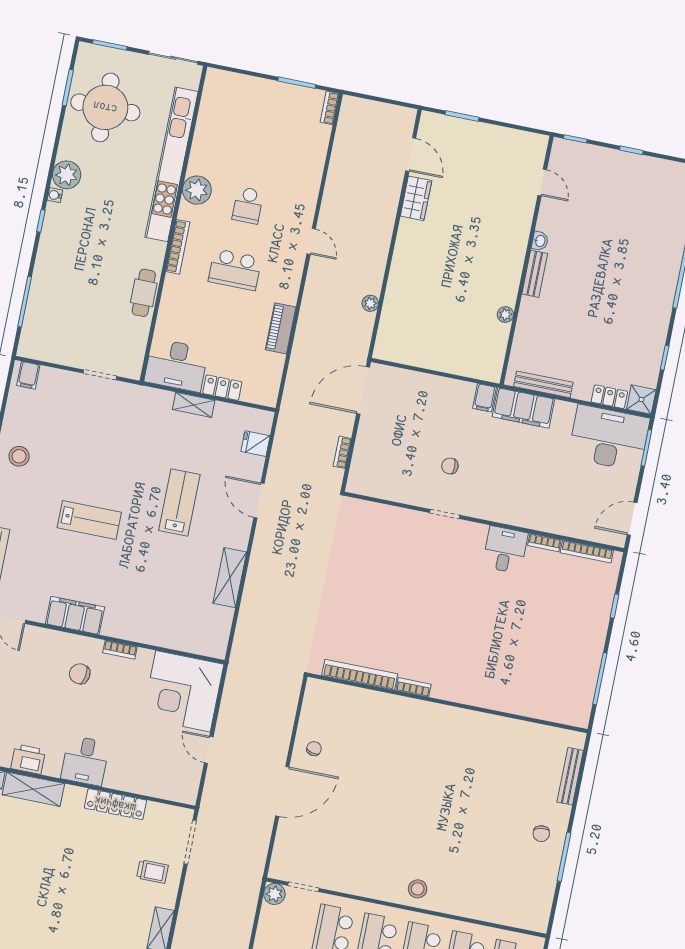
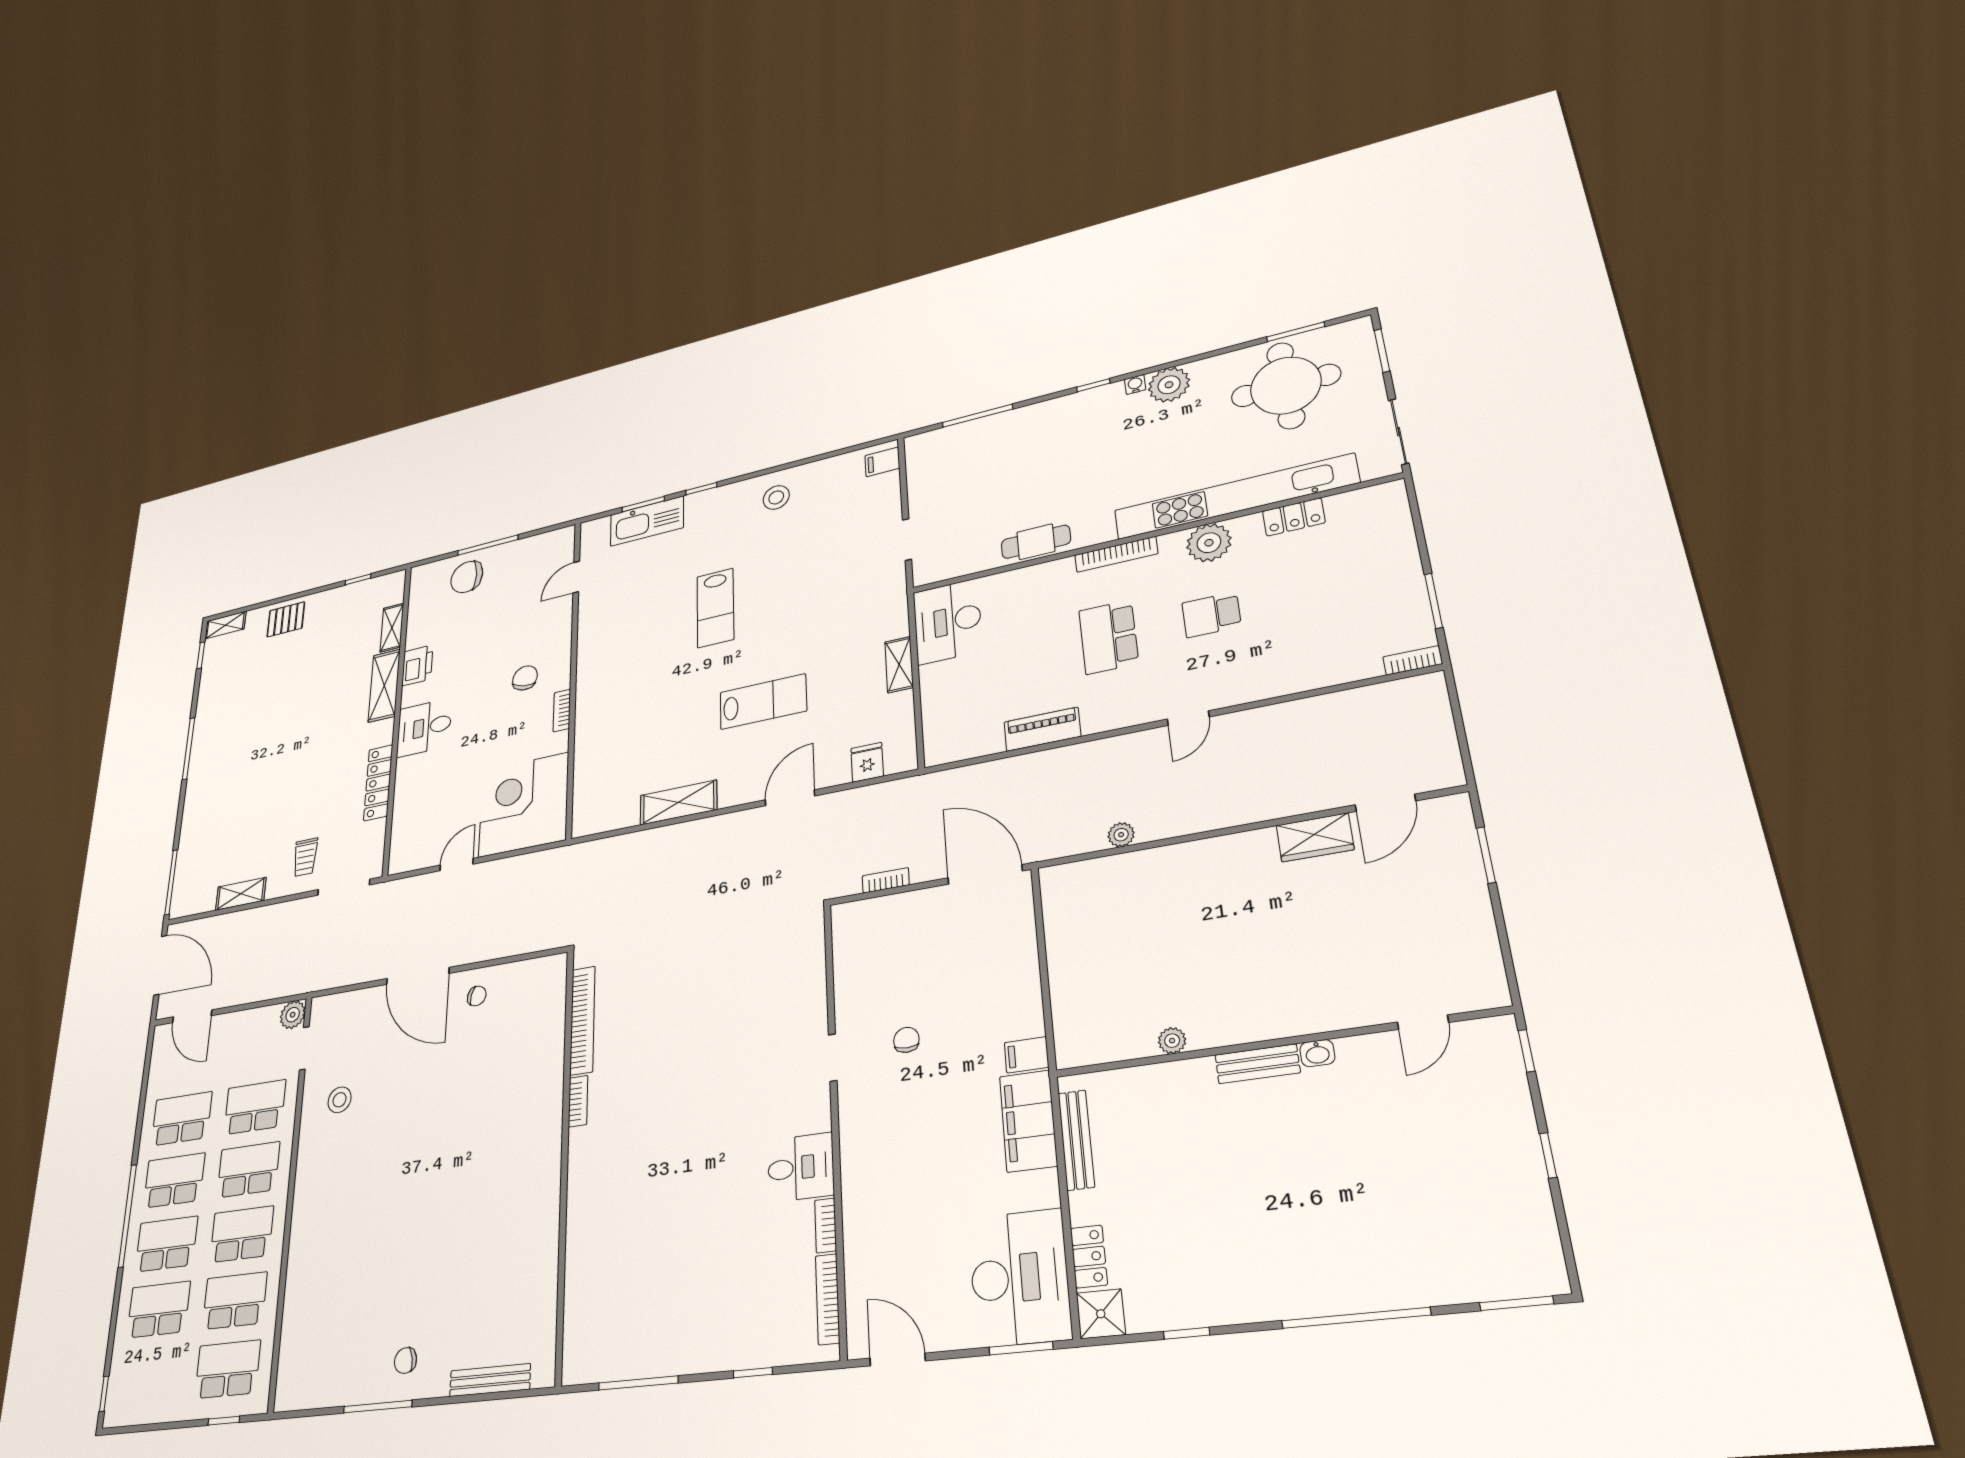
locker: (222, 388) -> (1294, 517), moved, turned 90
filing cabinet: (75, 615) -> (594, 643), removed
stool: (418, 889) -> (340, 1100), moved

